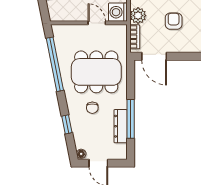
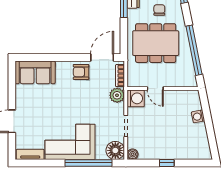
armchair: (174, 21) -> (81, 72), moved, turned 90
door: (154, 56) -> (102, 58), hinge flipped

